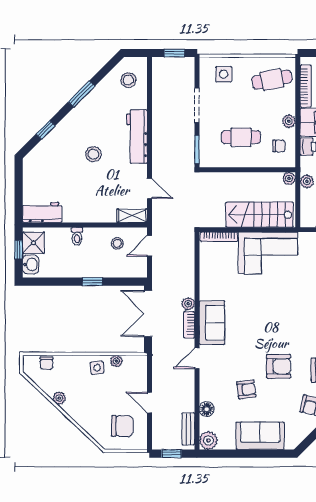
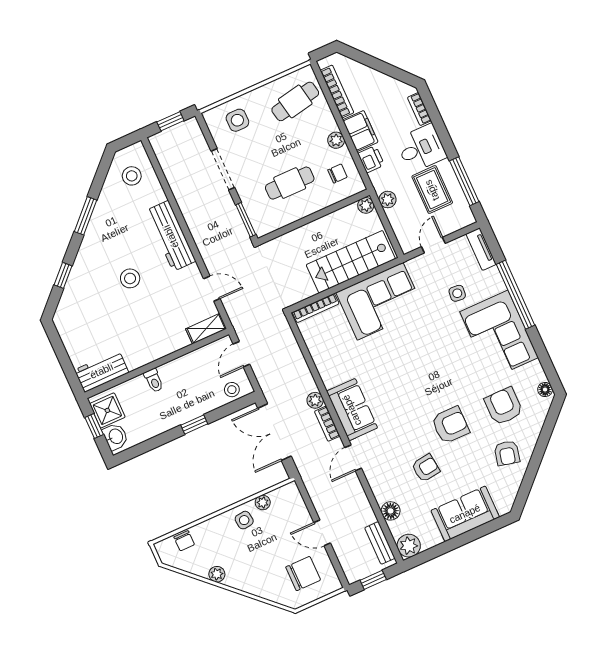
stool: (117, 243) -> (232, 390), moved

